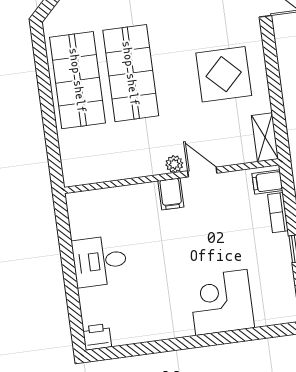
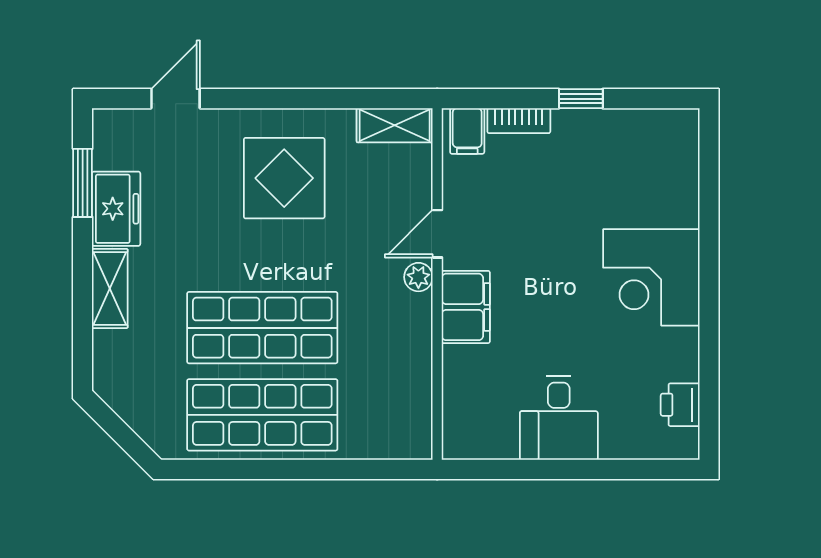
filing cabinet: (171, 194) -> (466, 307), width x2.00
corner desk: (221, 302) -> (651, 277), moved
printer: (97, 337) -> (680, 405), moved

